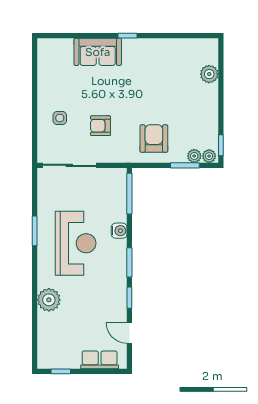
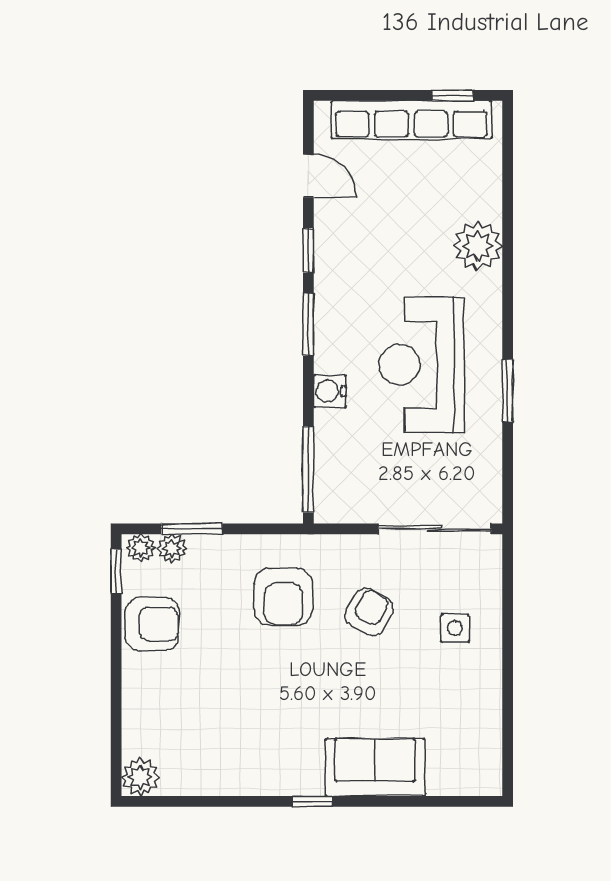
plant: (209, 74) -> (140, 777), moved
armchair: (204, 120) -> (152, 624), added
armchair: (101, 126) -> (369, 612), turned -61
armchair: (154, 138) -> (283, 597), moved
row of seats: (100, 360) -> (411, 120), width x2.02

